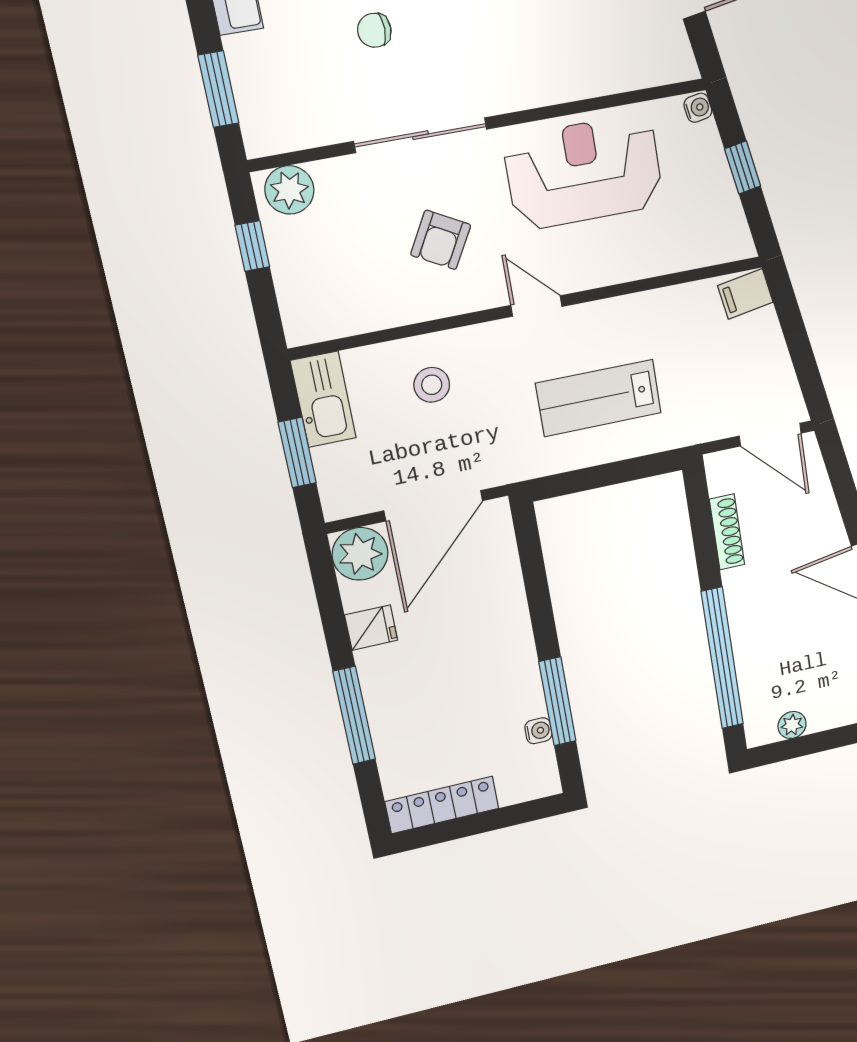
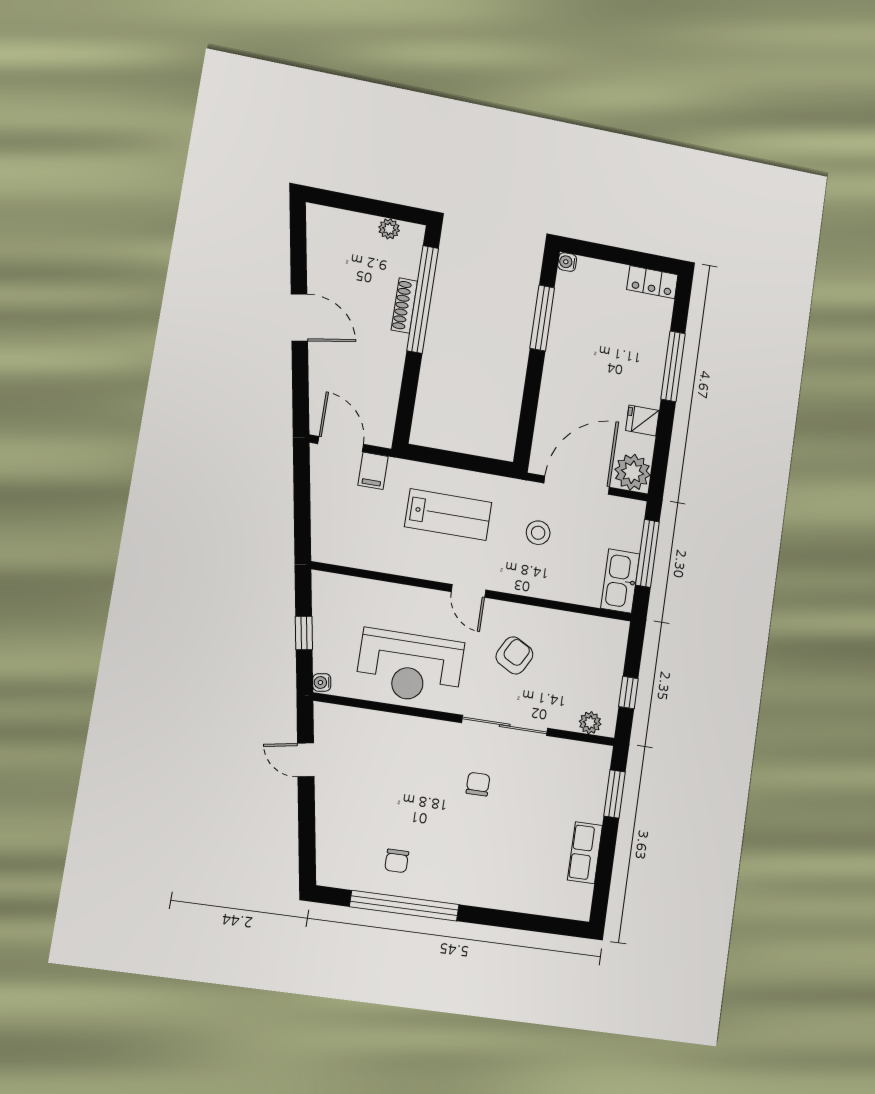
chair: (374, 30) -> (478, 784), moved, turned -90
plant: (289, 190) -> (590, 723), width x0.73, depth x0.73
filing cabinet: (745, 294) -> (373, 471), moved, turned 100
stool: (432, 385) -> (538, 533), moved
window: (297, 453) -> (647, 553), width x1.44
shoe rack: (727, 532) -> (404, 306), moved
water cooler: (538, 731) -> (567, 262), moved
locker: (442, 805) -> (652, 282), width x0.66

